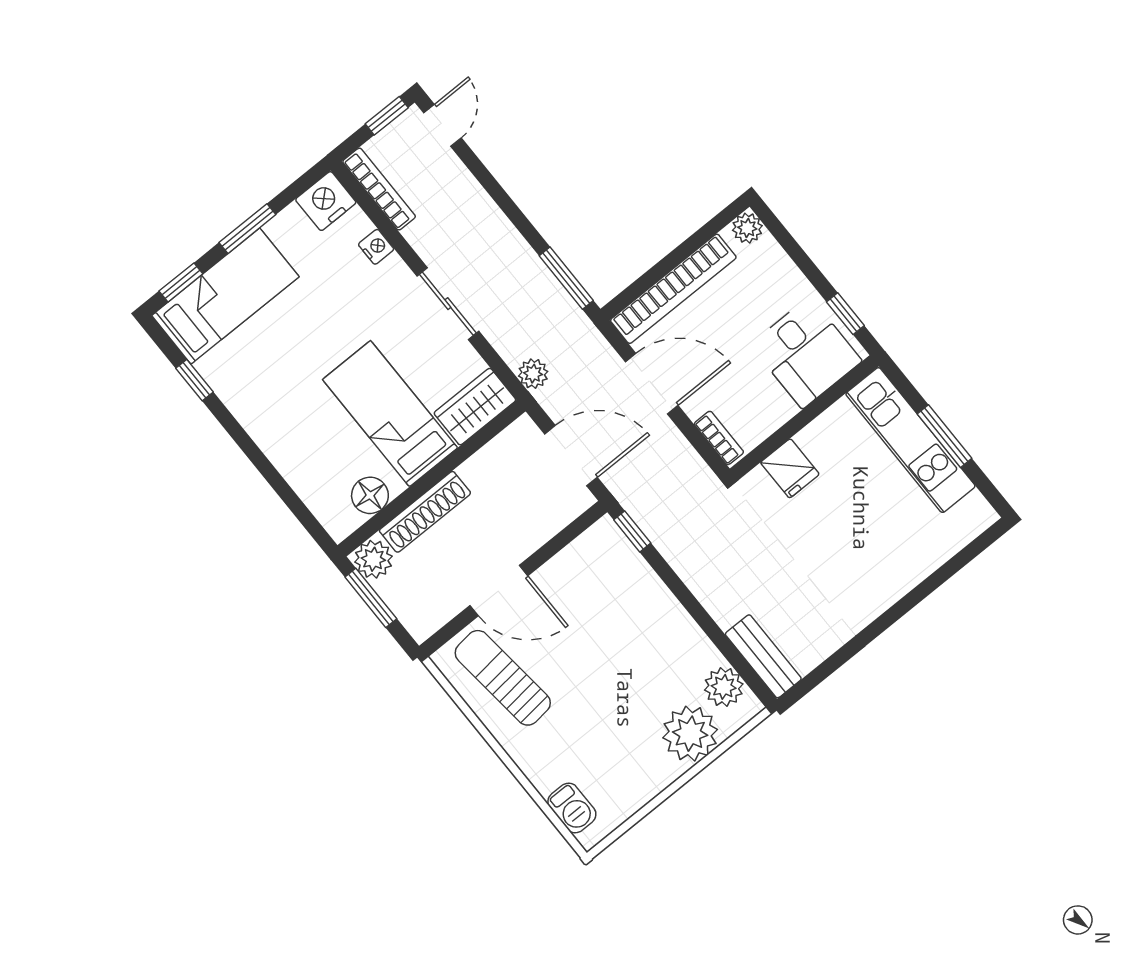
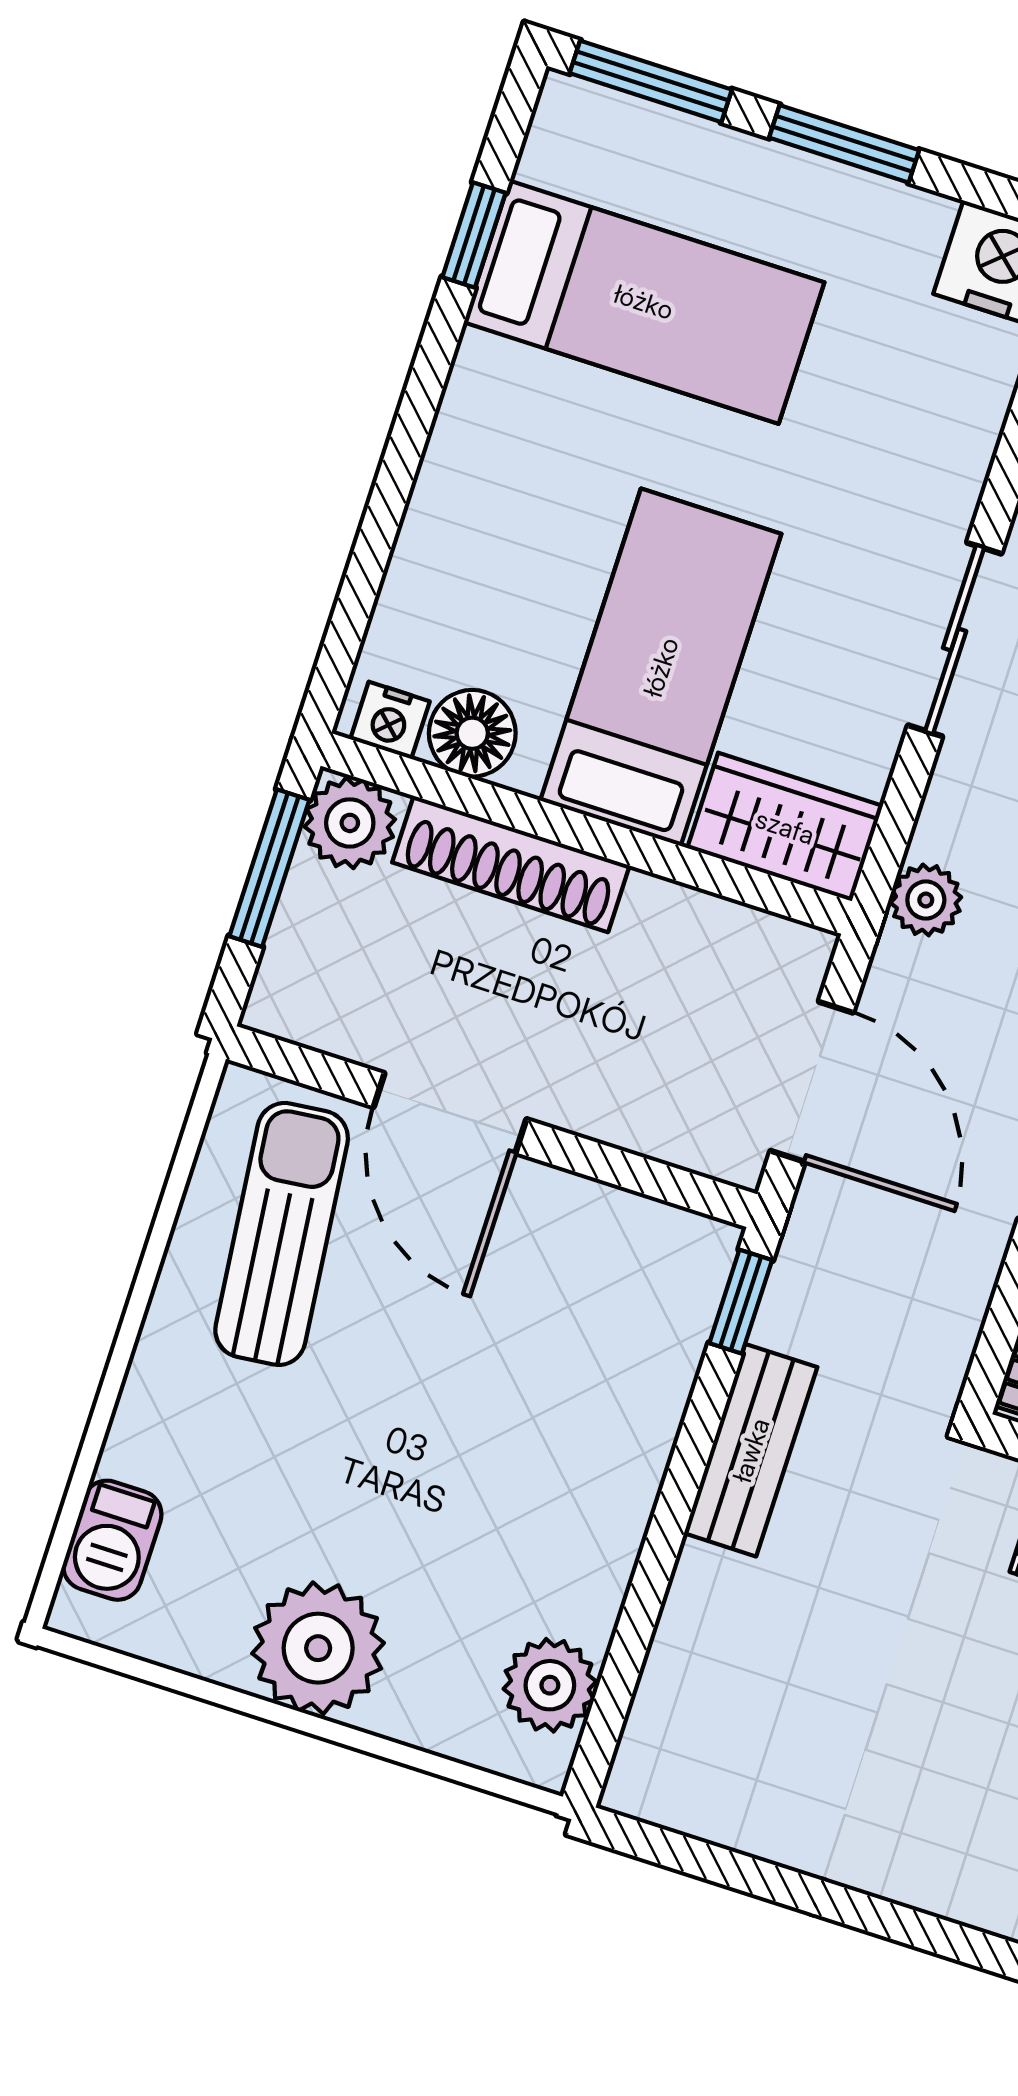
nightstand: (376, 247) -> (390, 720), moved, turned 90
window: (181, 282) -> (651, 81), width x1.50
bed: (225, 296) -> (644, 302), moved
bench: (763, 656) -> (751, 1450), moved
plant: (690, 734) -> (318, 1648), moved

